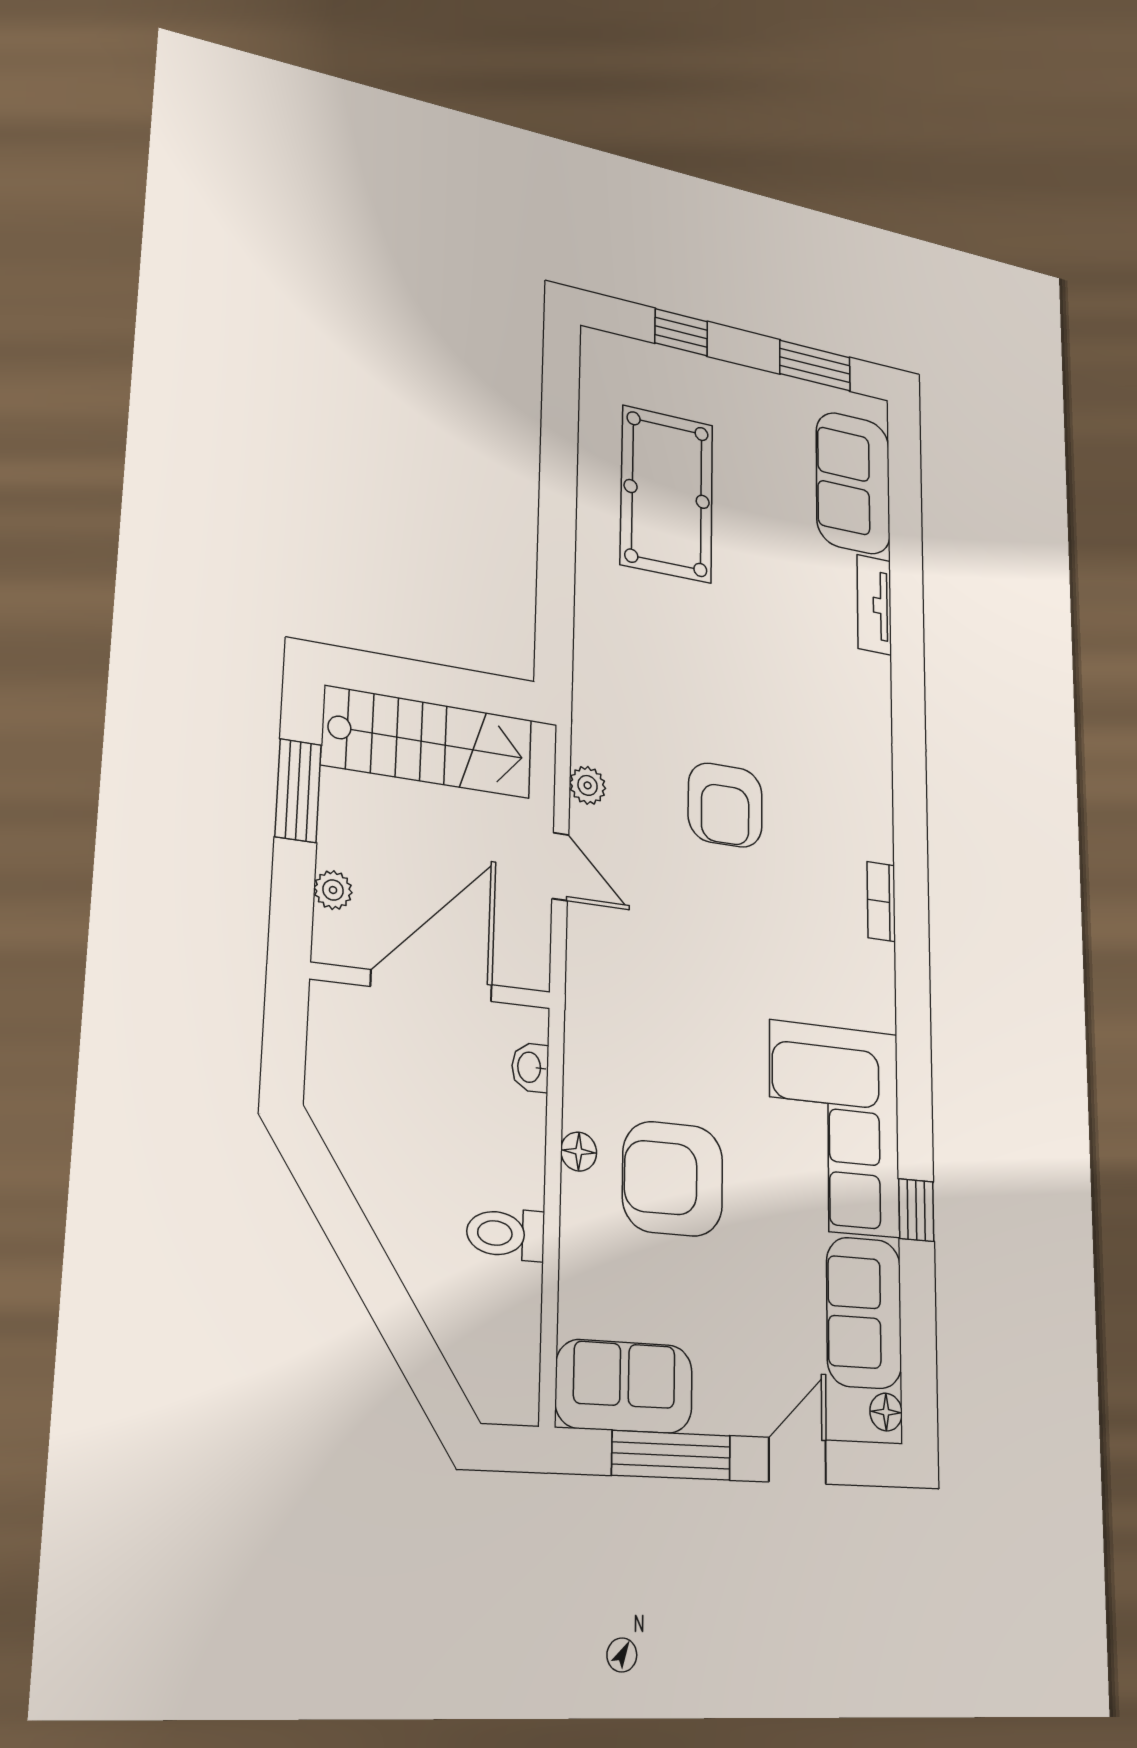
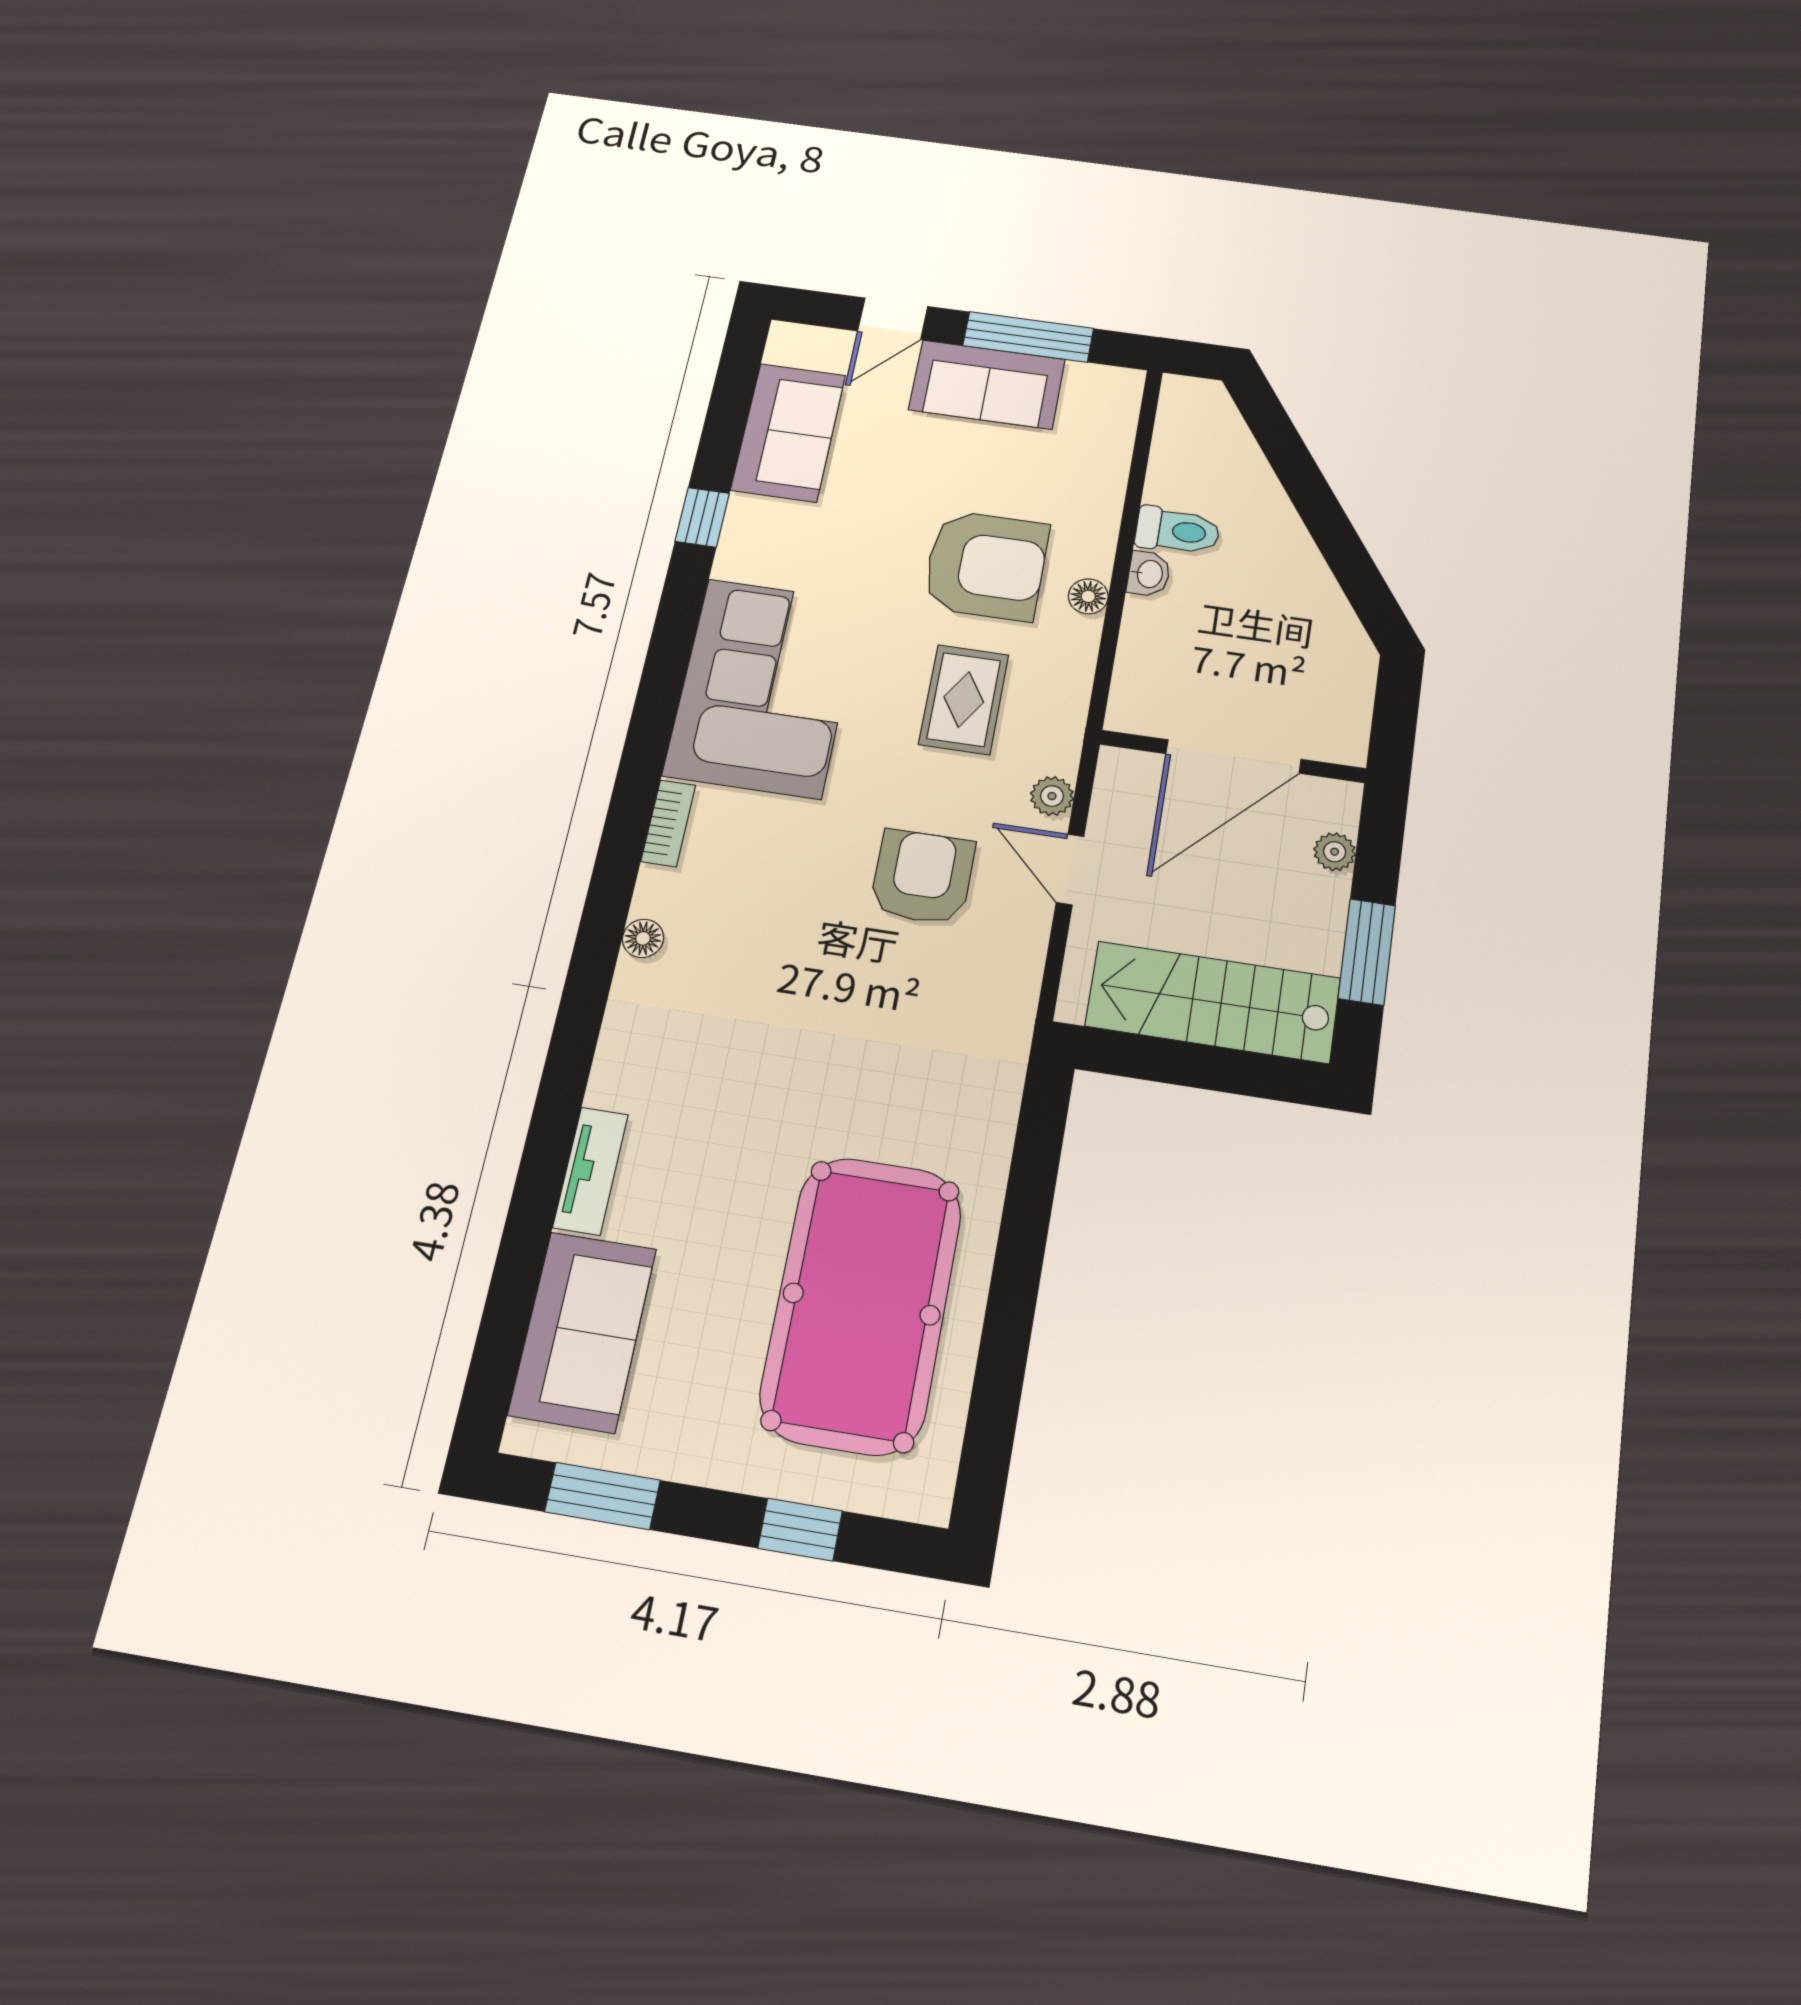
pool table: (667, 494) -> (861, 1304), width x1.36, depth x1.32
plant: (588, 785) -> (1052, 796), moved
armchair: (725, 805) -> (923, 877), moved
rug: (671, 1033) -> (964, 700), added
washbasin: (530, 1067) -> (1149, 574), moved
corner sofa: (835, 1129) -> (764, 688), moved
sofa: (624, 1386) -> (987, 385), moved
floor lamp: (886, 1412) -> (643, 938), moved

